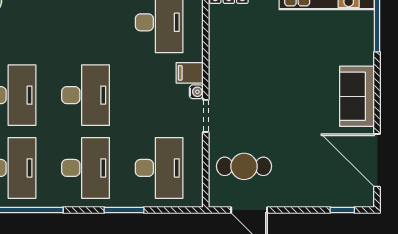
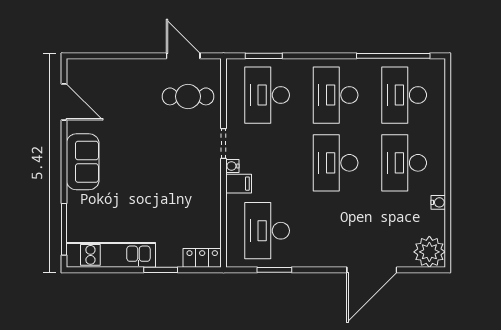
door: (377, 160) -> (64, 102), width x0.73
window: (124, 210) -> (264, 56), moved
window: (342, 210) -> (96, 56), removed

